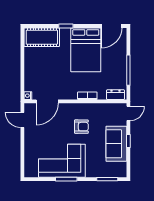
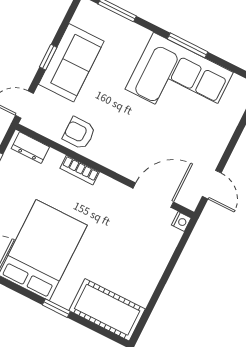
armchair: (81, 127) -> (79, 133), moved

